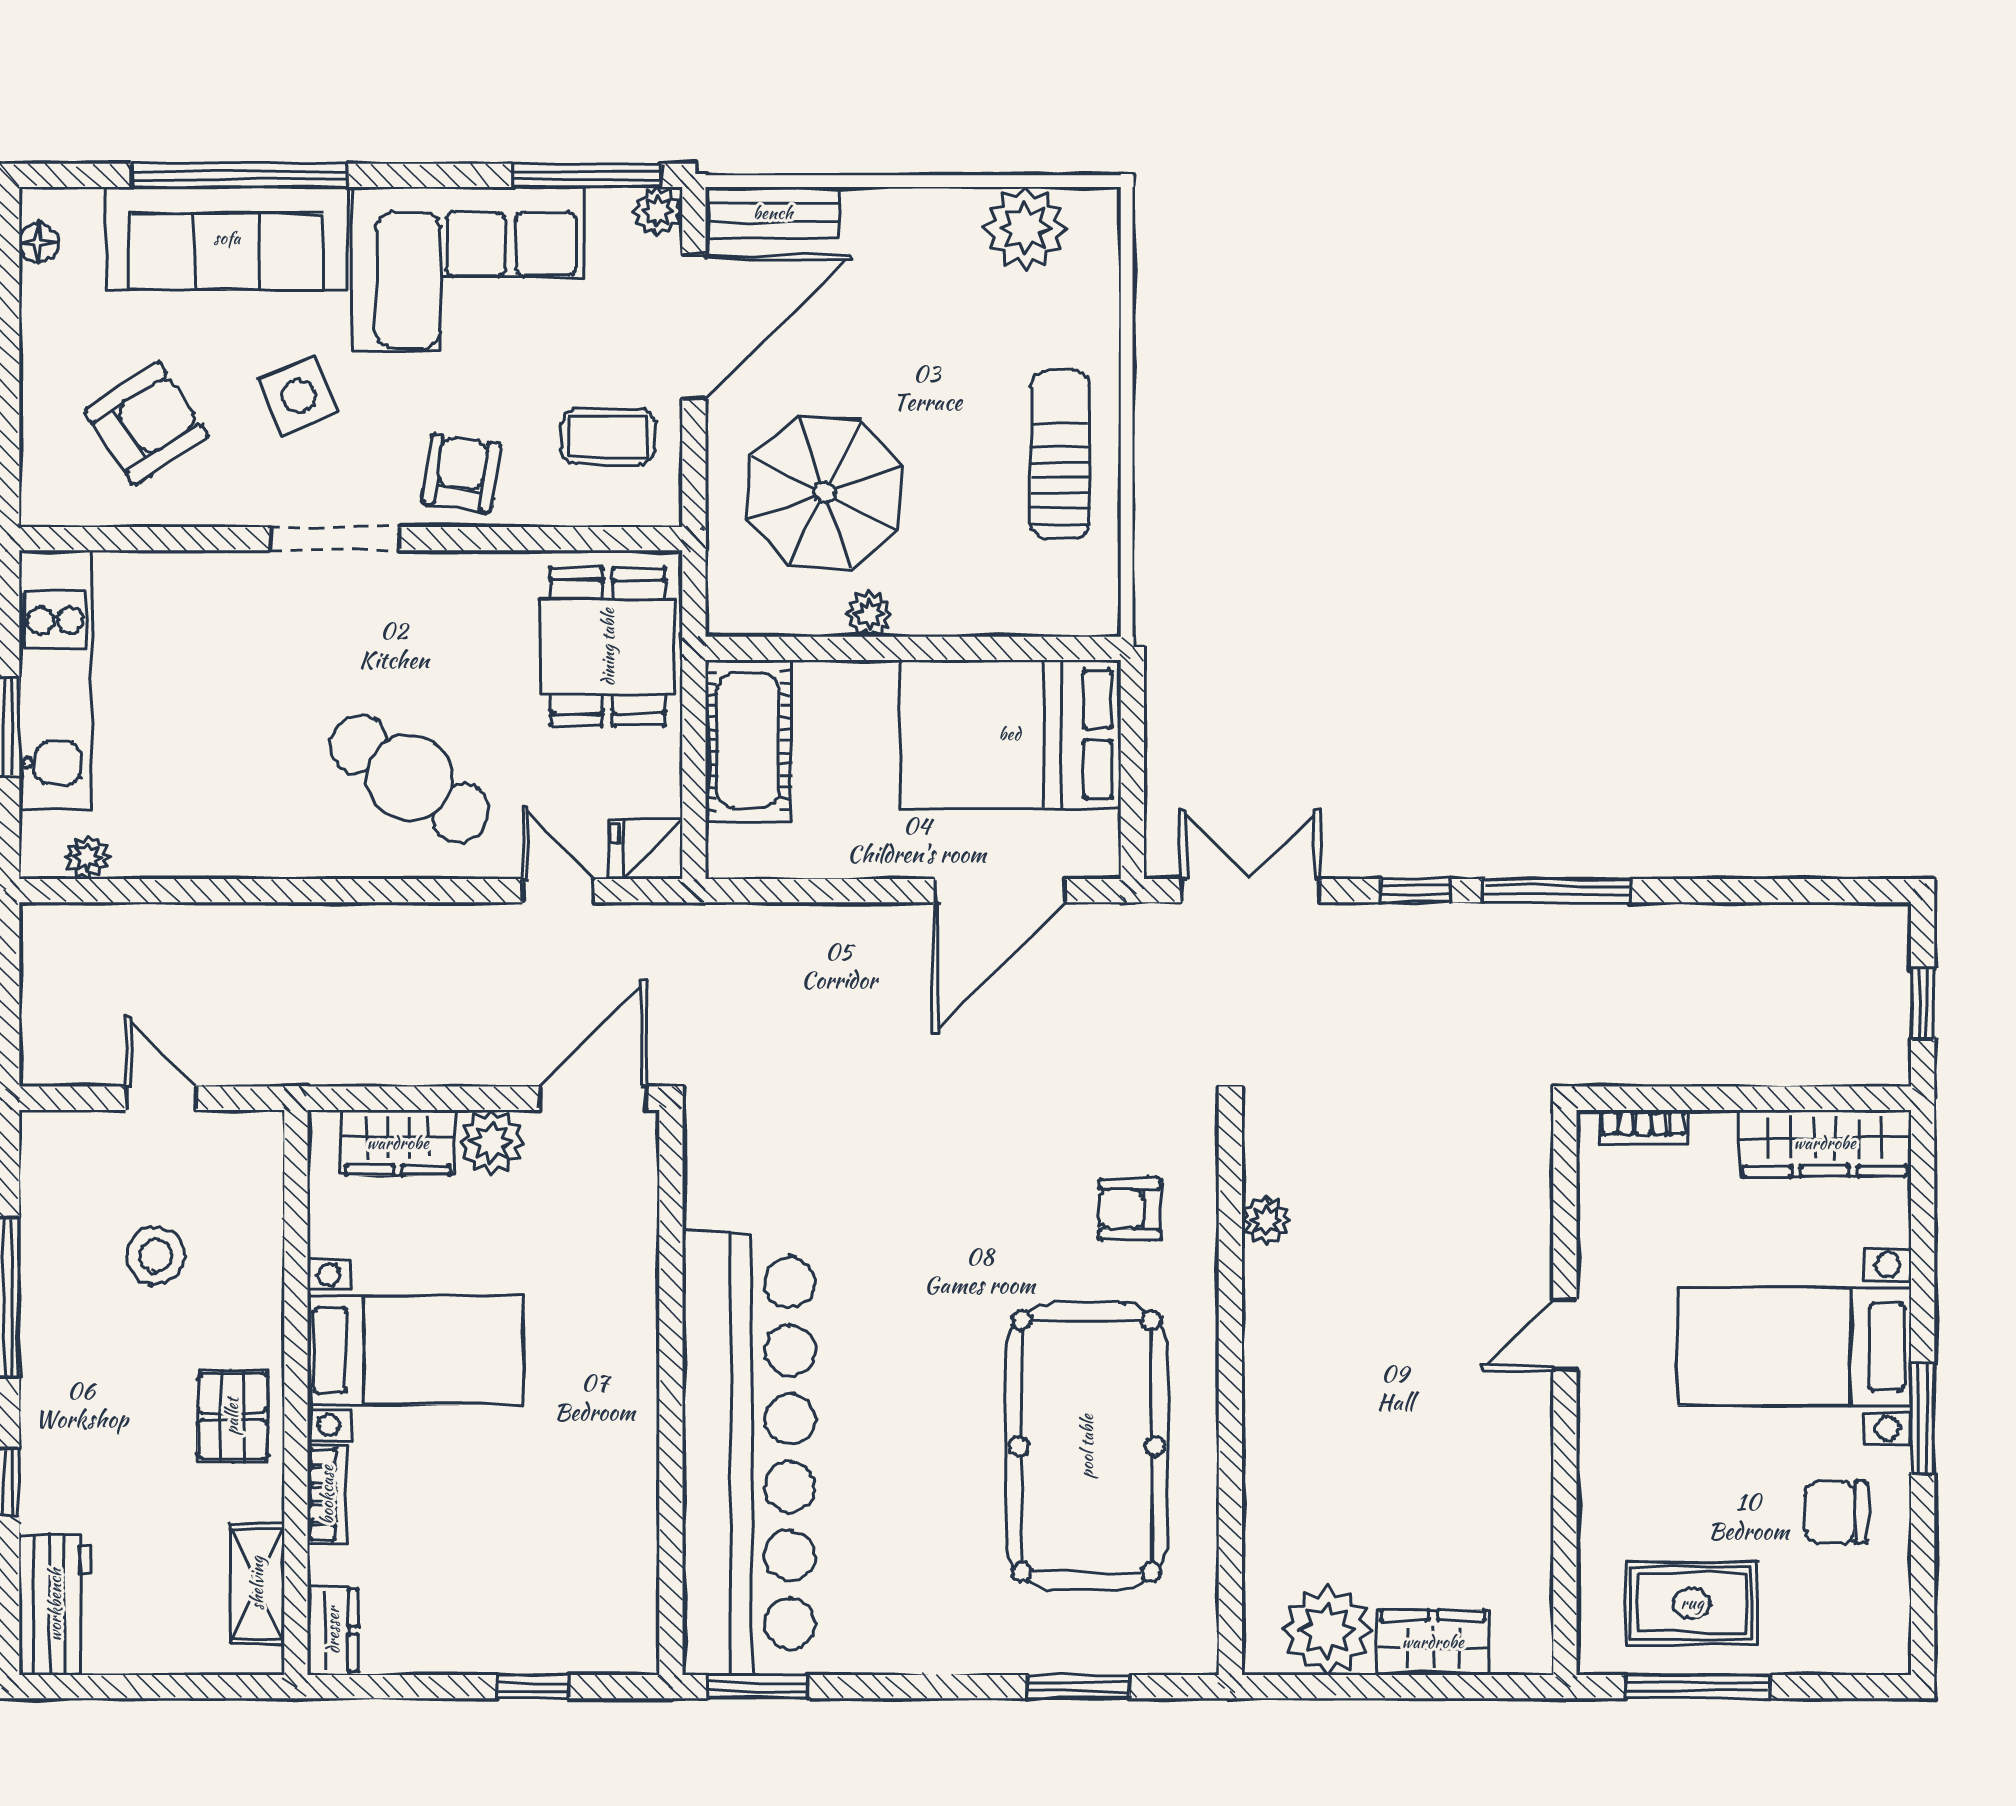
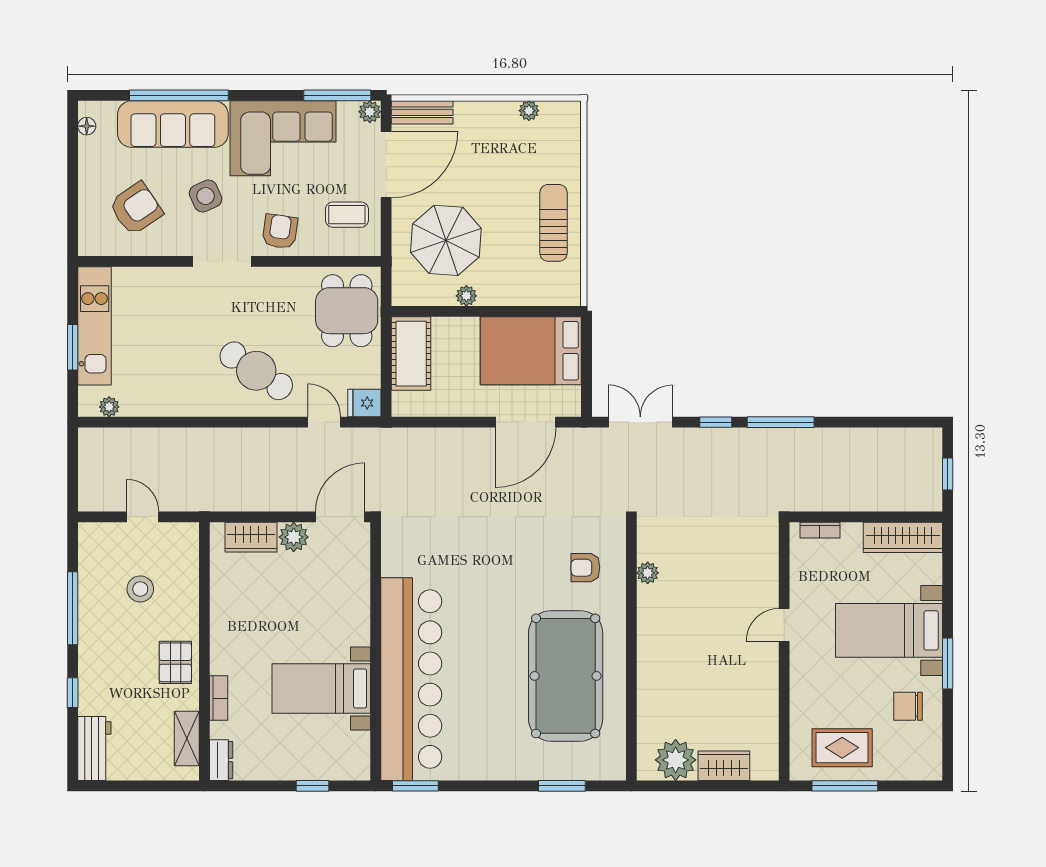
plant: (1026, 228) -> (529, 111), width x0.53, depth x0.53
bed with nightstands: (415, 1350) -> (321, 689), moved, turned 180

